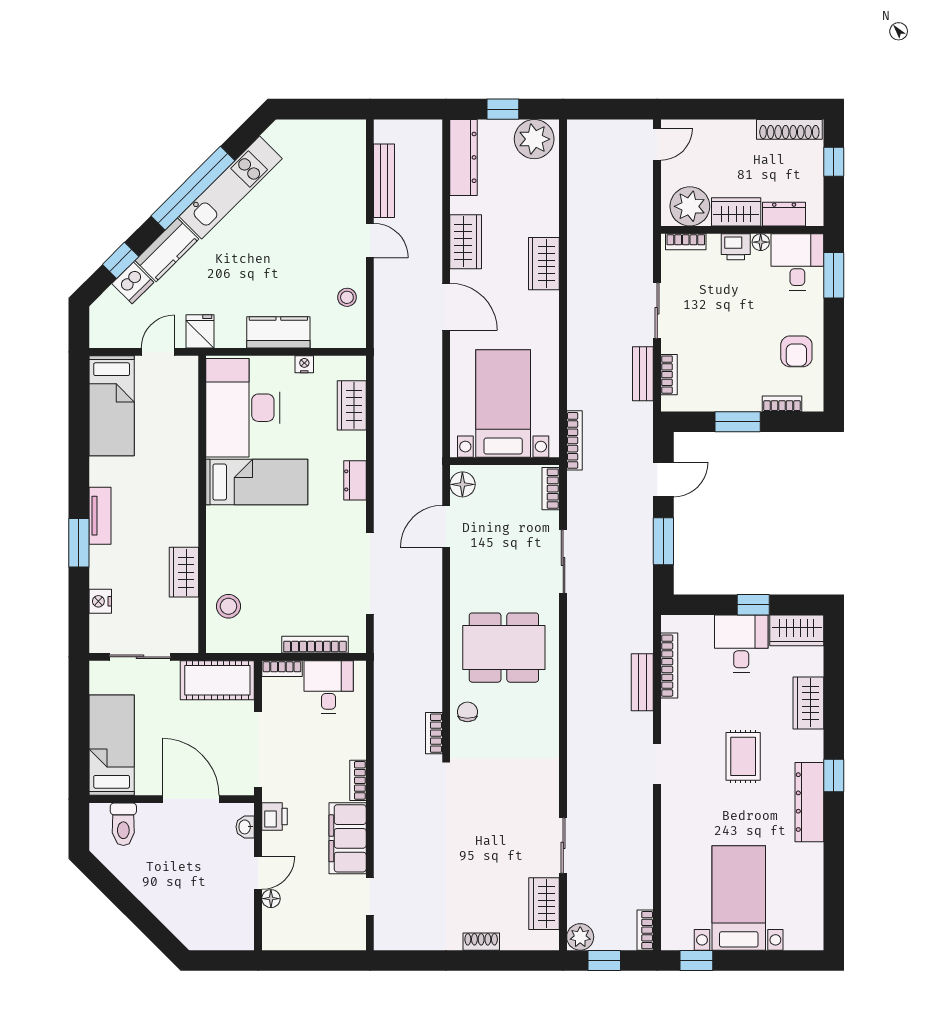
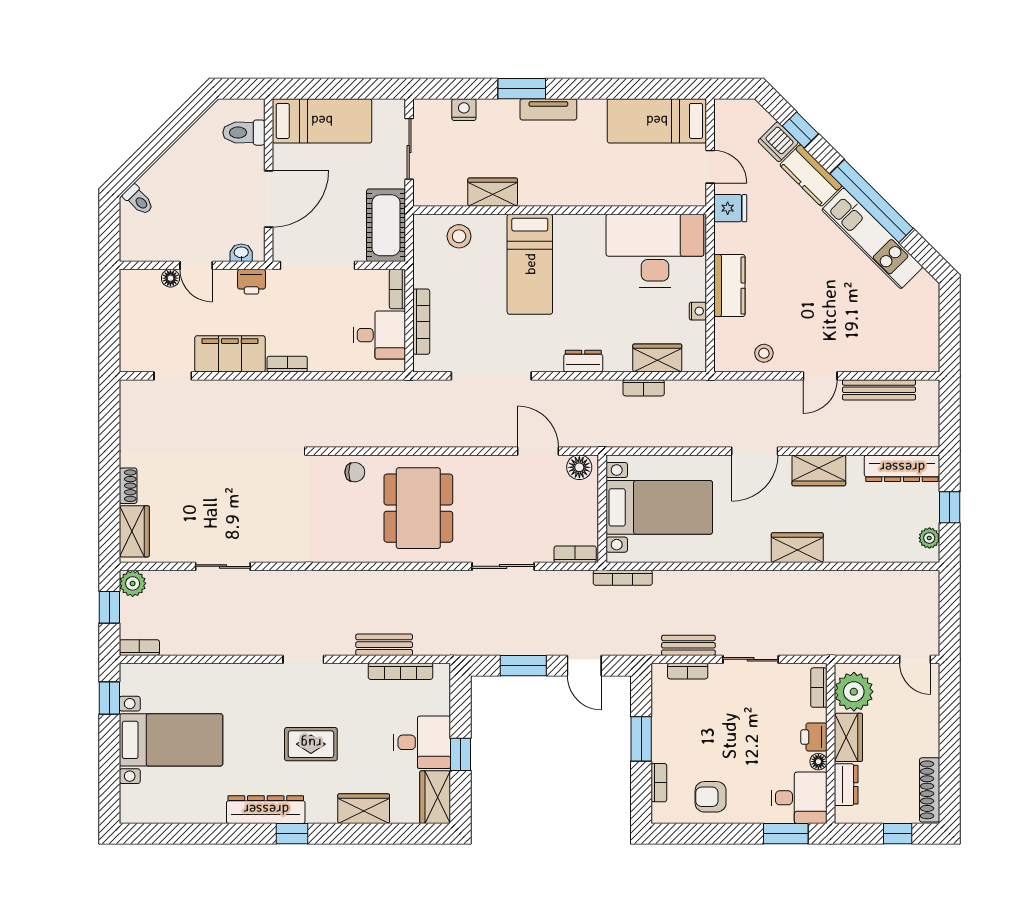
plant: (534, 139) -> (929, 538), width x0.53, depth x0.53
bed: (257, 482) -> (530, 264), moved
bookcase: (434, 733) -> (644, 388), moved, turned 180
wardrobe: (544, 904) -> (134, 531), moved, turned 90
toilet: (192, 931) -> (138, 200), added

